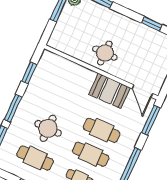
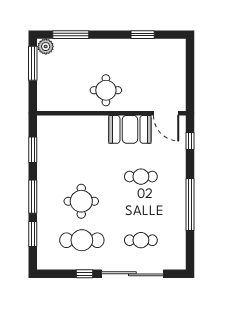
window: (151, 120) -> (190, 141), width x0.46
cafe table: (102, 130) -> (141, 177), width x0.73, depth x0.74
cafe table: (91, 154) -> (141, 208), removed

